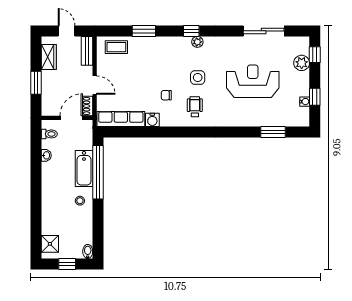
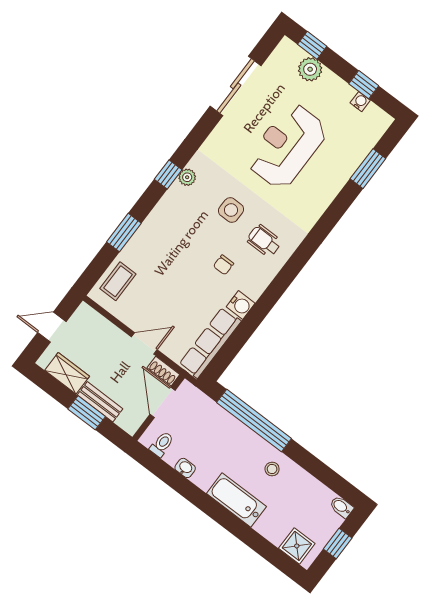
bench: (87, 51) -> (100, 402), moved
bathtub: (84, 169) -> (236, 500), moved, turned 180

